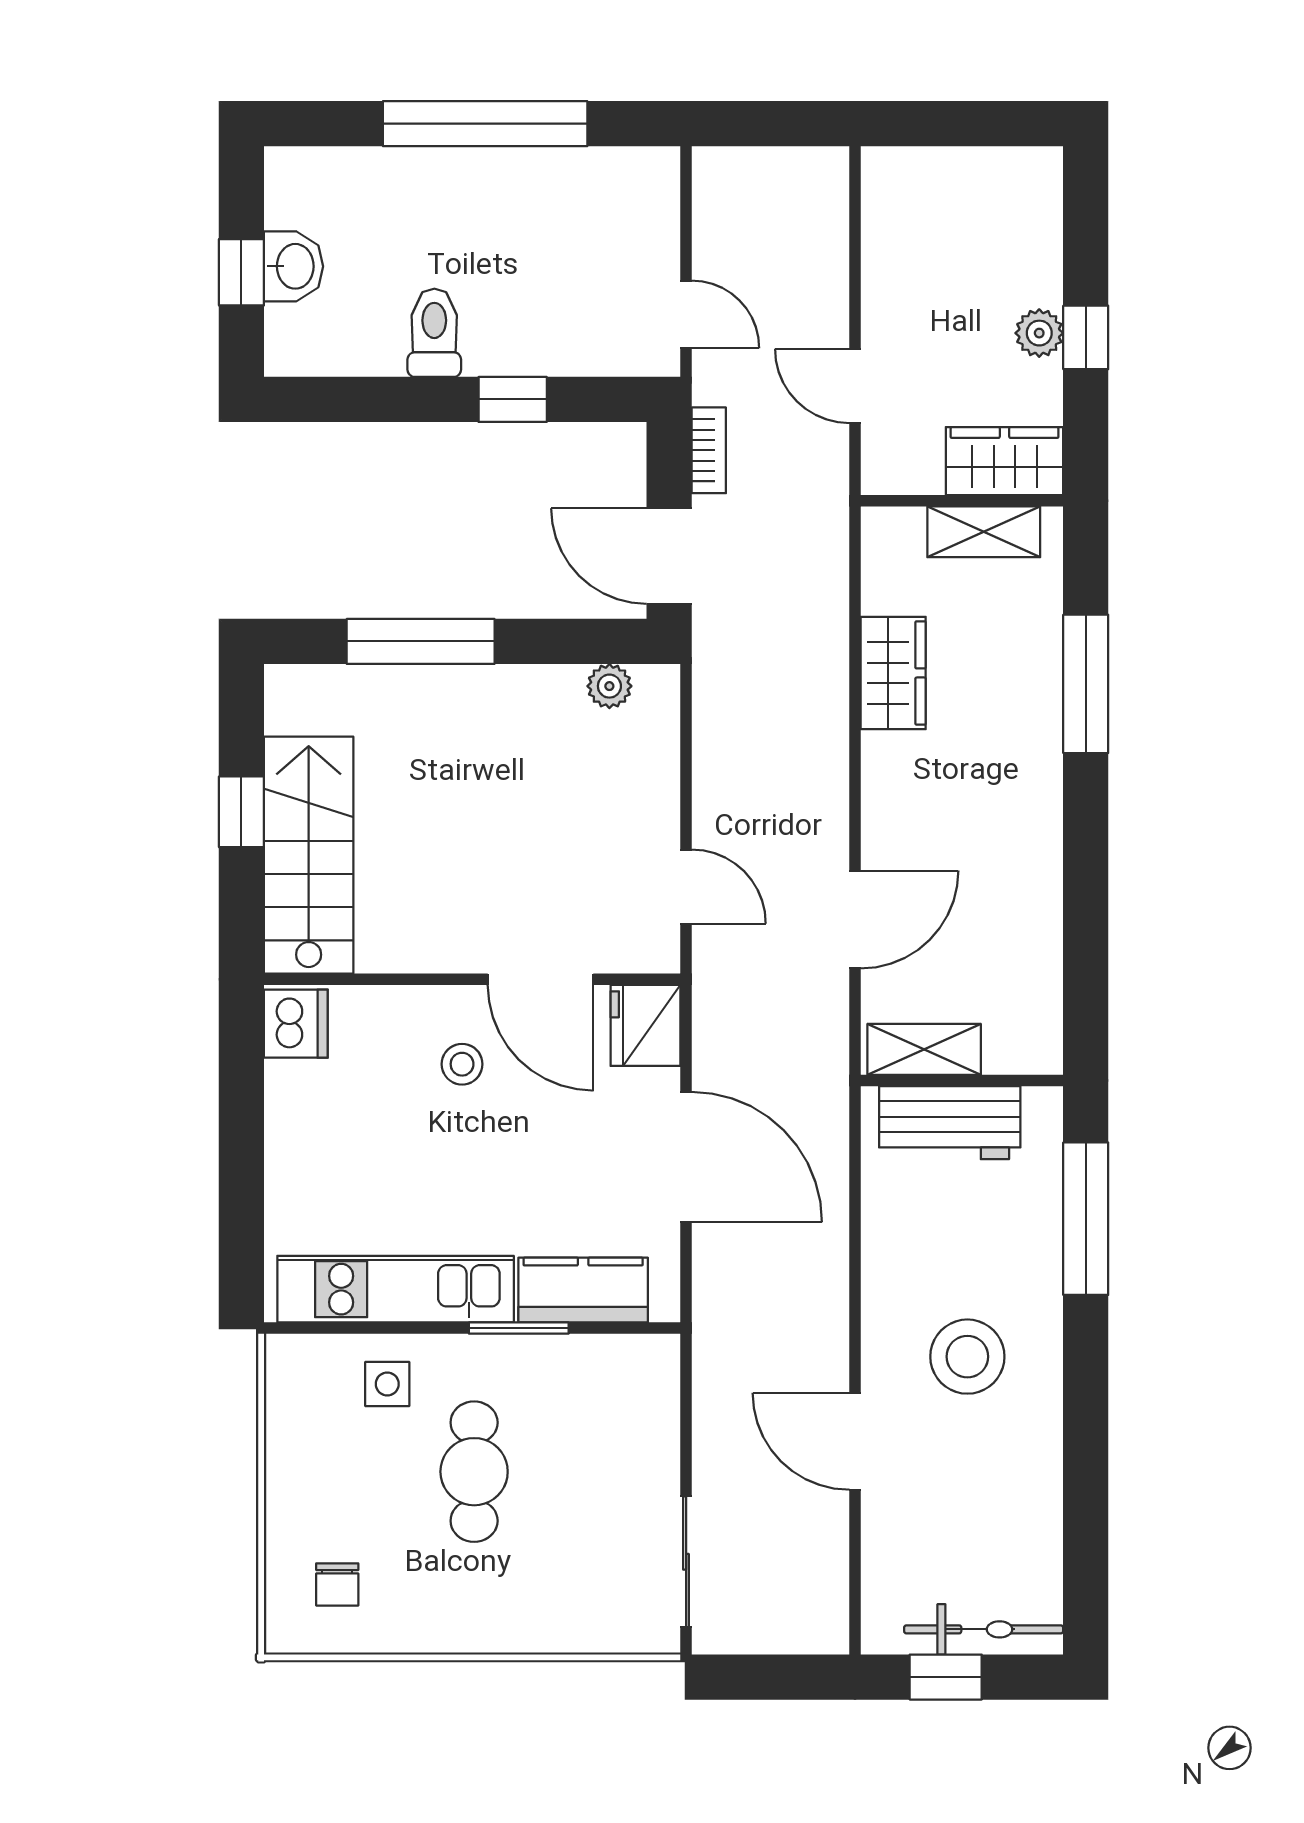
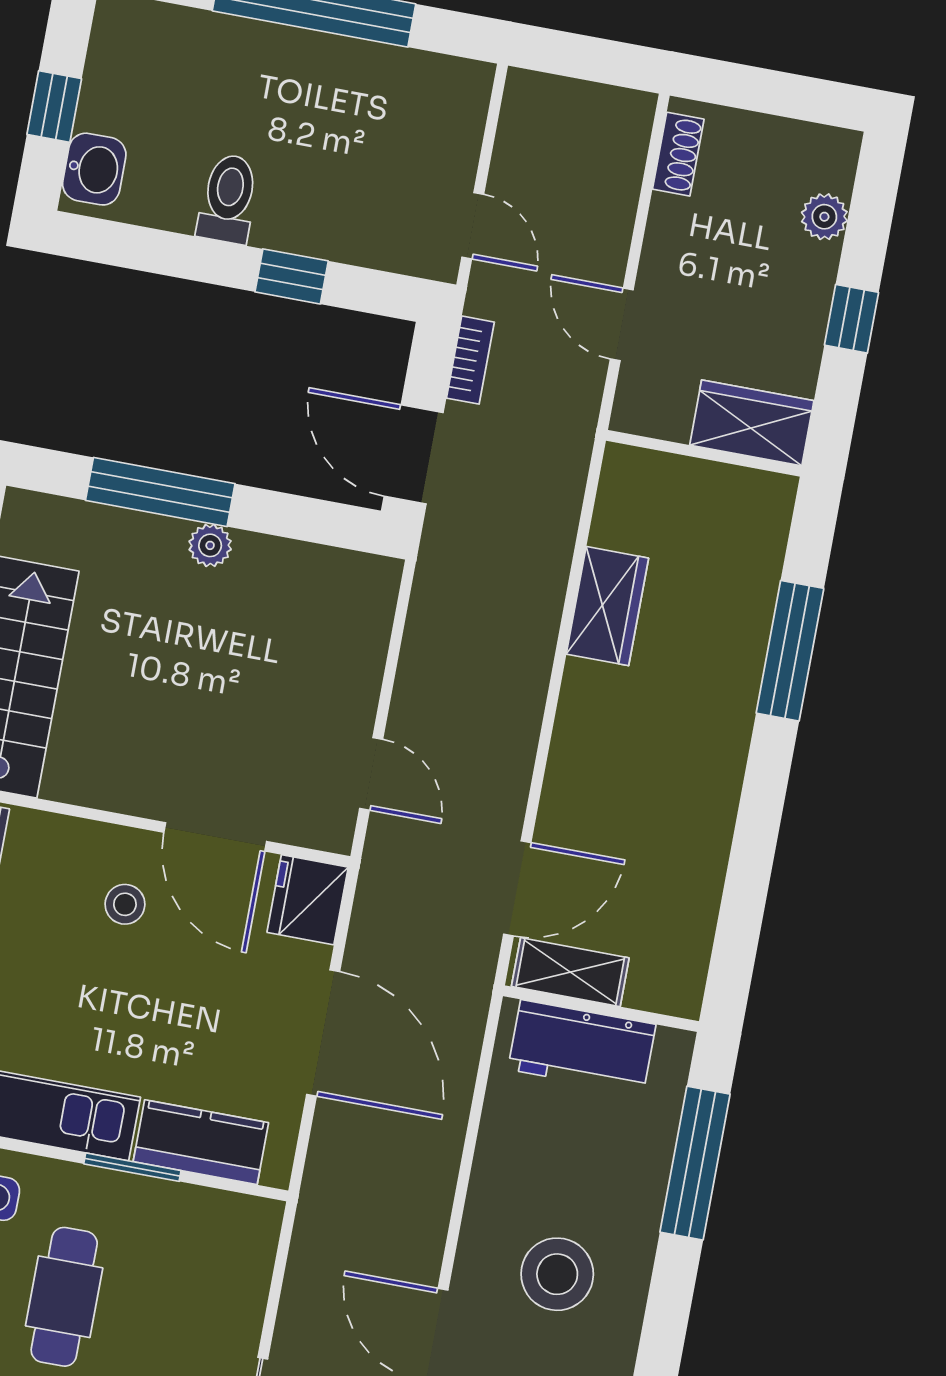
shoe rack: (880, 204) -> (678, 154), added
washbasin: (294, 266) -> (94, 169), moved
plant: (1039, 333) -> (824, 217), moved
shelving: (984, 532) -> (719, 487), removed
plant: (609, 686) -> (210, 545), moved
door: (855, 920) -> (517, 888), moved

